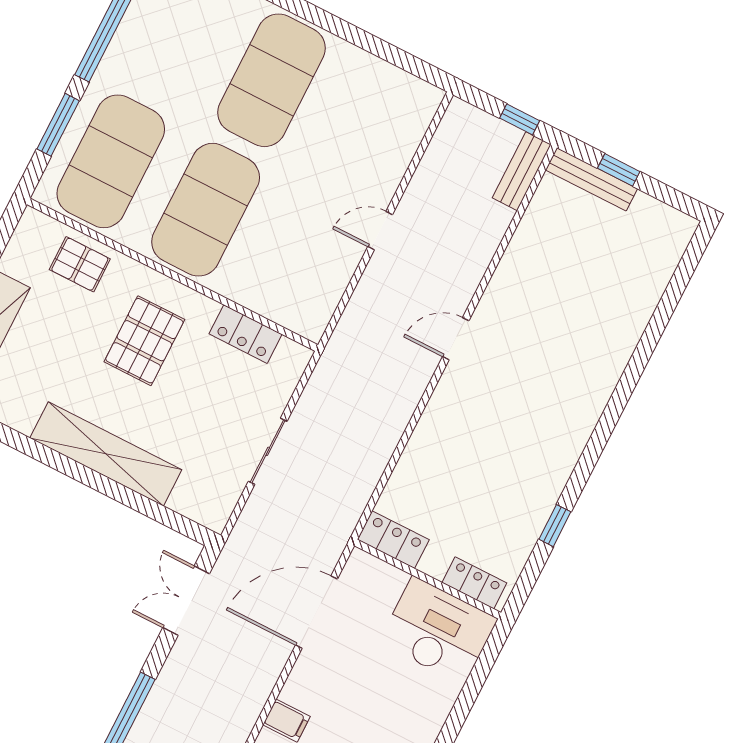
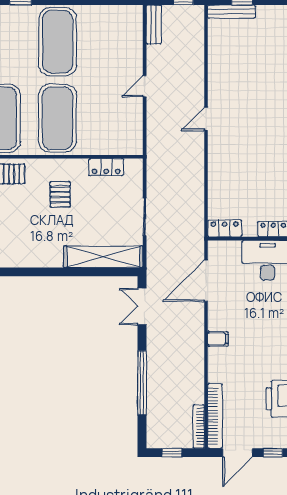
bench: (522, 171) -> (154, 25), moved
pallet: (144, 341) -> (60, 194), width x0.67, depth x0.71
shelving: (106, 454) -> (103, 257), moved

